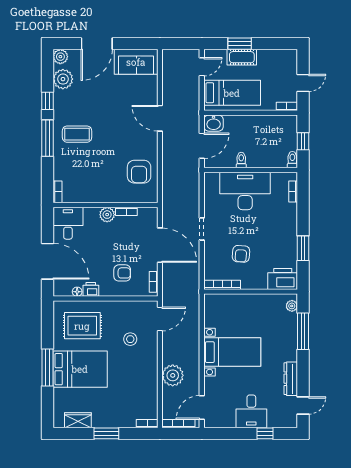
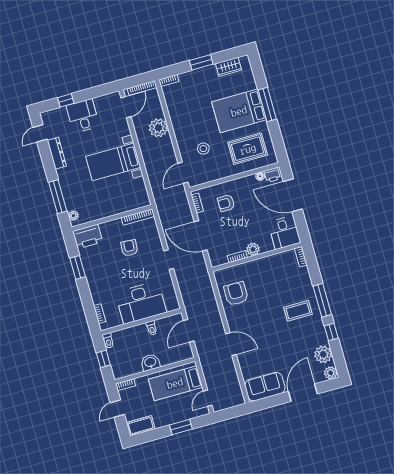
cot: (242, 57) -> (141, 426), moved
washbasin: (214, 123) -> (150, 362), moved
printer: (91, 289) -> (272, 175), moved

